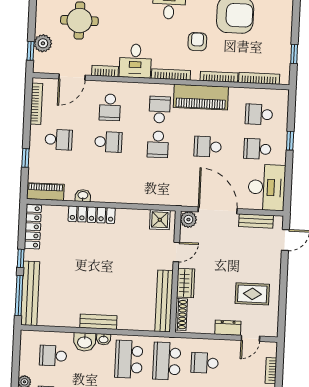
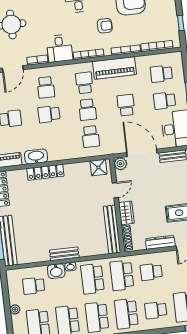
armchair: (197, 42) -> (105, 26), turned 90
school desk: (108, 142) -> (49, 114), turned 180
school desk: (208, 147) -> (126, 105), turned 90
school desk: (156, 179) -> (91, 137), added
washbasin: (83, 196) -> (36, 157), width x1.91, depth x1.45
dresser: (228, 328) -> (160, 242), width x1.44

